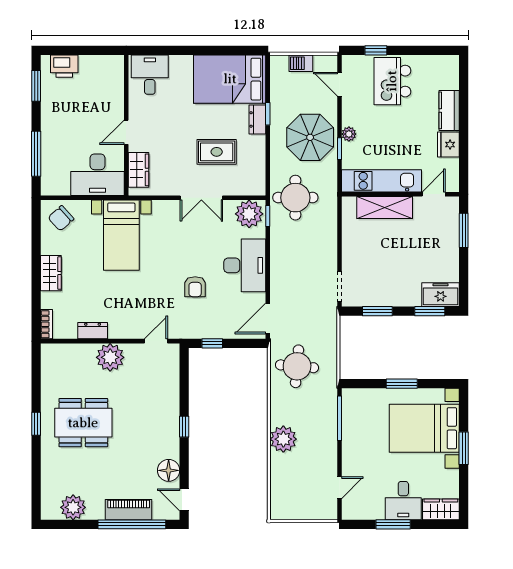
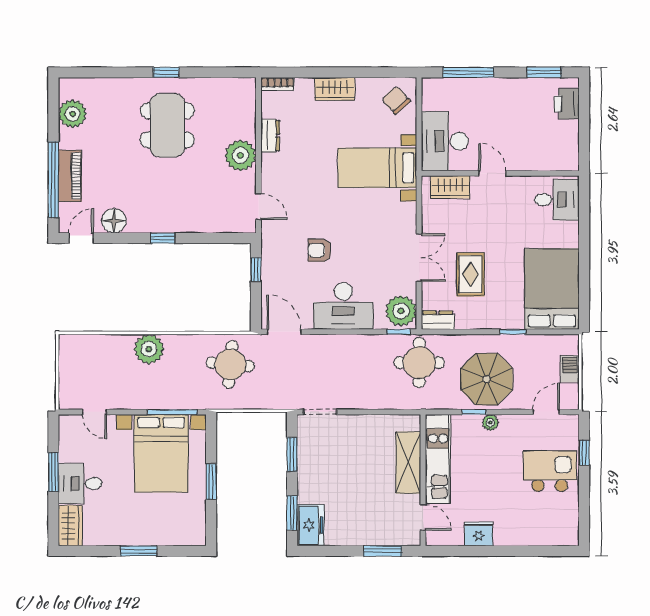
kitchen counter: (449, 110) -> (517, 535), removed
dresser: (257, 119) -> (438, 320), moved
double door: (201, 198) -> (419, 257), swing flipped
bed with nightstands: (424, 428) -> (161, 453), moved, turned 180

